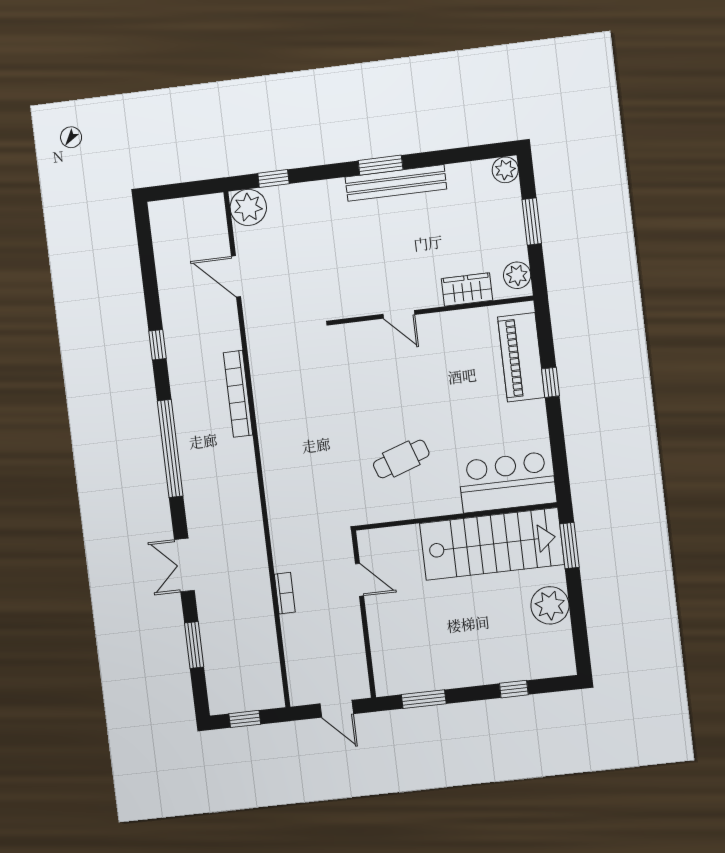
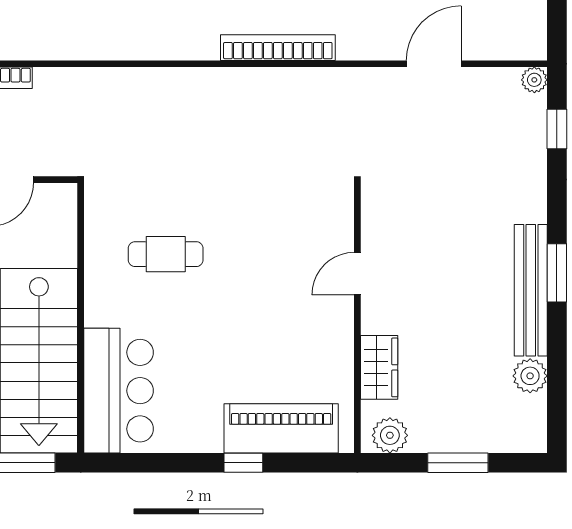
plant: (505, 170) -> (530, 376), moved
plant: (248, 207) -> (534, 80), width x0.53, depth x0.53
cafe table: (401, 459) -> (166, 254), turned -71

